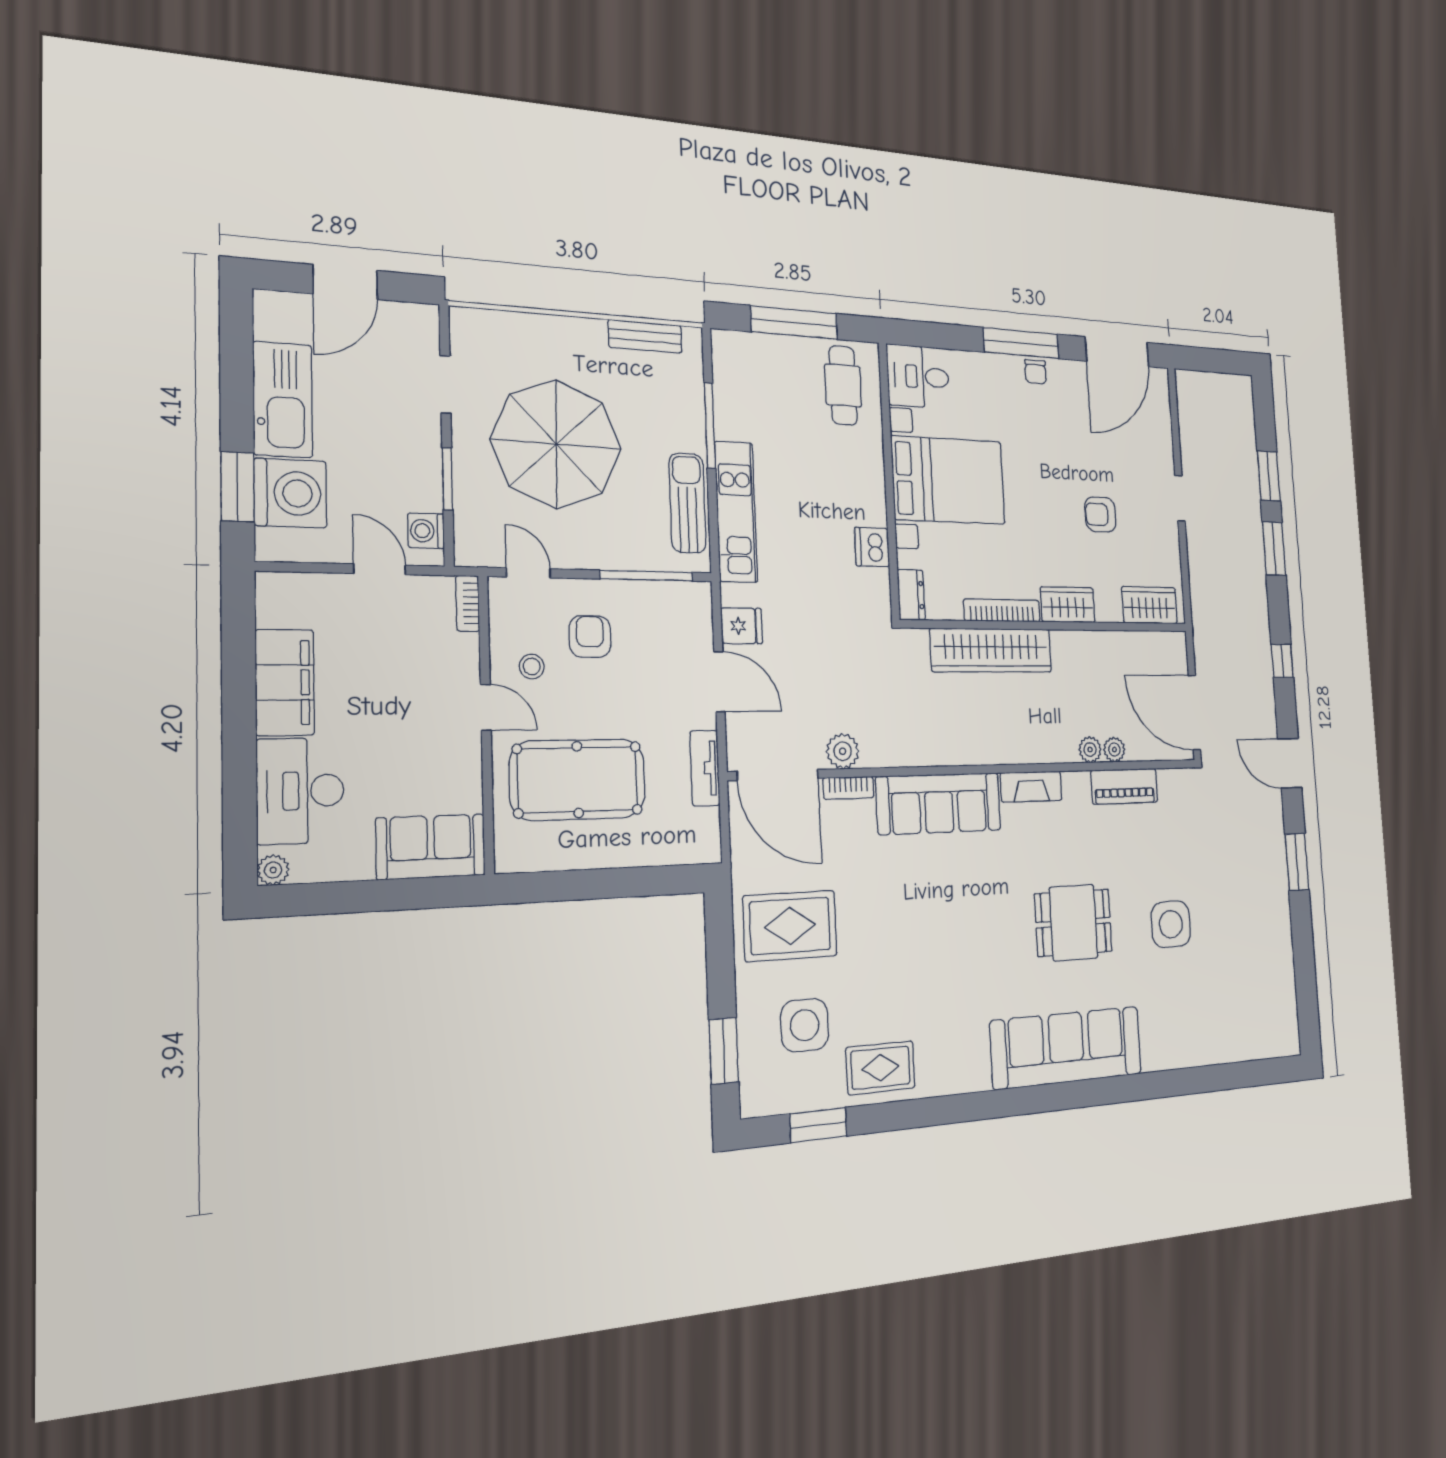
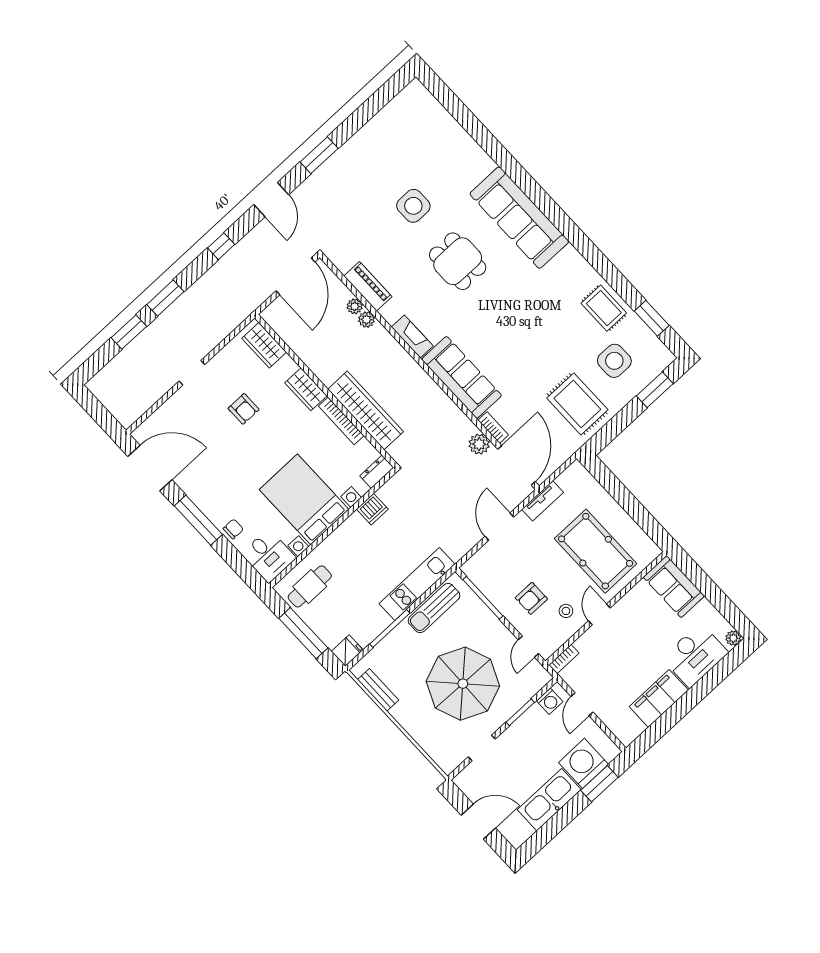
chair: (1036, 372) -> (233, 529), moved
fridge: (742, 626) -> (347, 651), moved, turned 90

